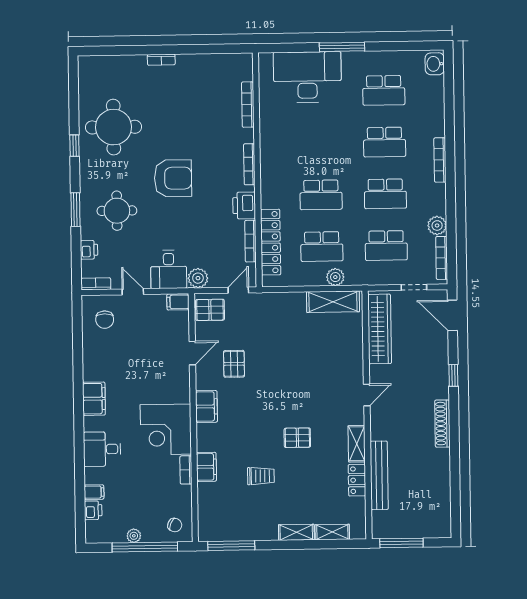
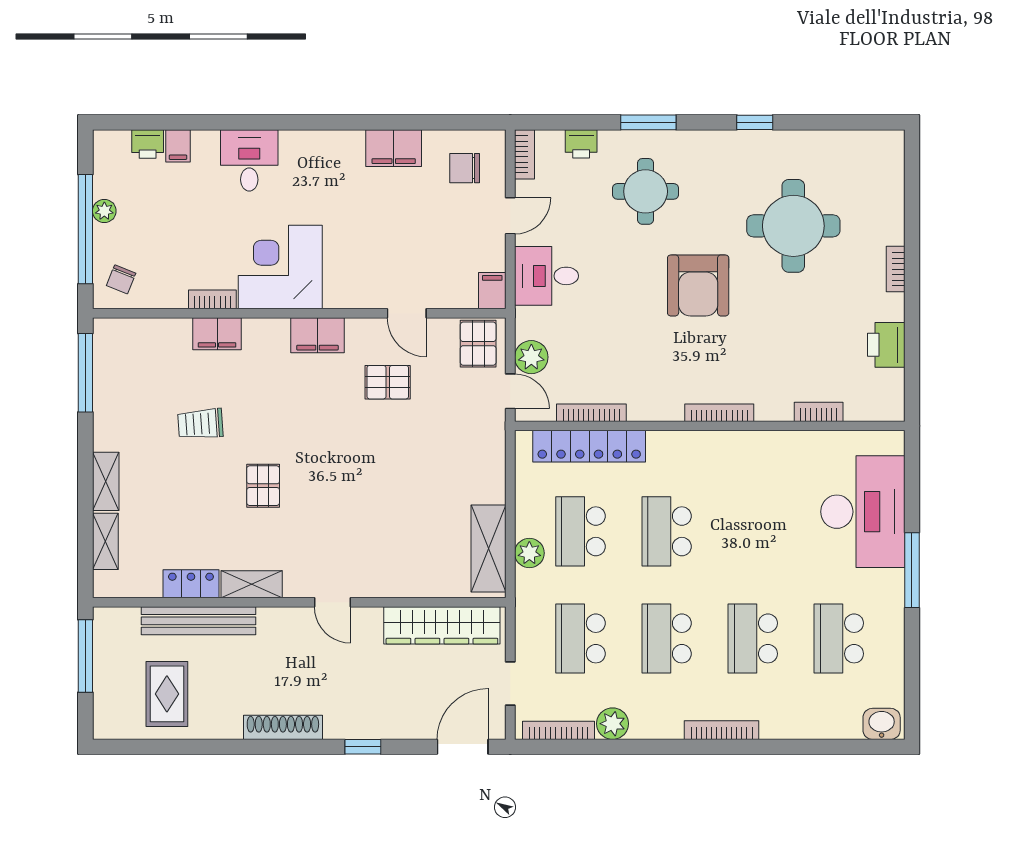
bookcase: (248, 105) -> (819, 412), width x0.64
round table: (114, 127) -> (793, 226), moved
printer: (244, 205) -> (886, 345), moved, turned -90
plant: (198, 278) -> (531, 357), moved
filing cabinet: (94, 399) -> (394, 148), moved
trolley: (261, 476) -> (200, 424), turned 86
rug: (423, 494) -> (167, 694), added

